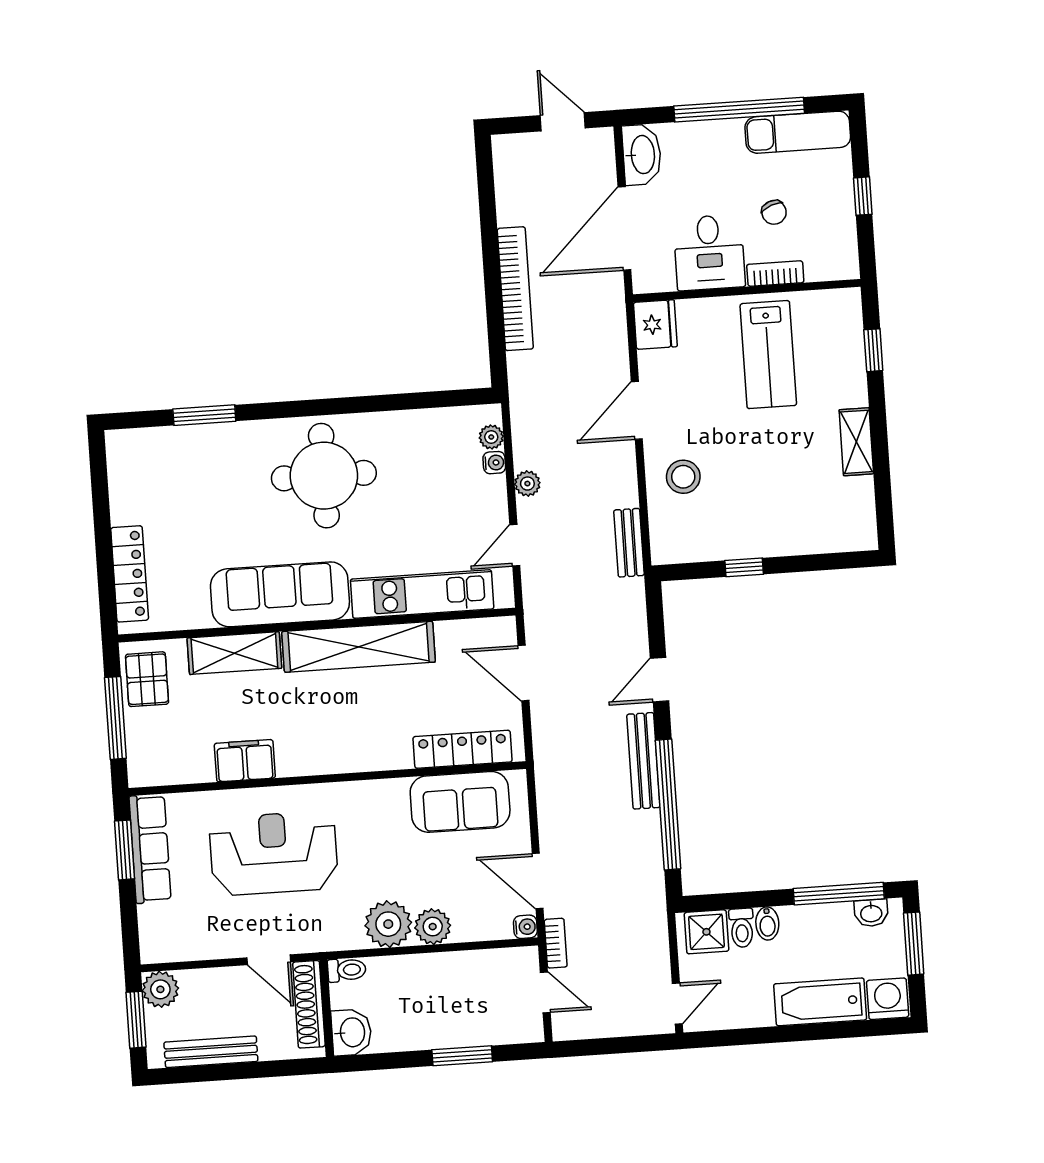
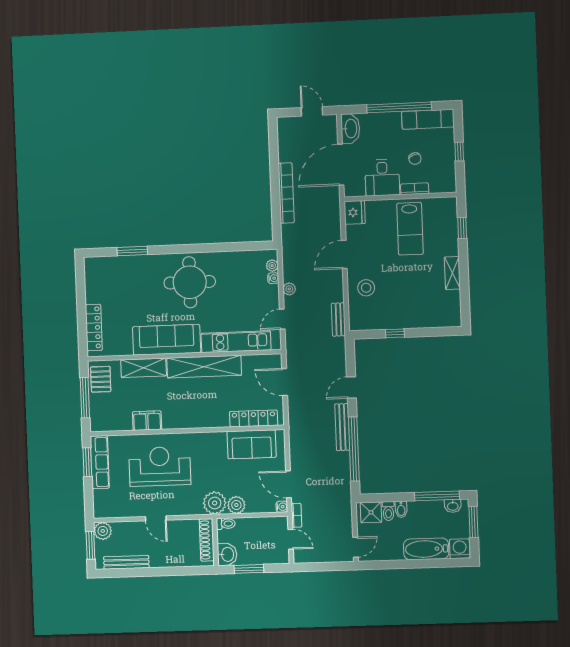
toilet: (347, 970) -> (226, 524), moved
shoe rack: (309, 1004) -> (207, 540), moved
wall: (327, 1008) -> (215, 542), moved
washbasin: (351, 1032) -> (227, 554), moved

